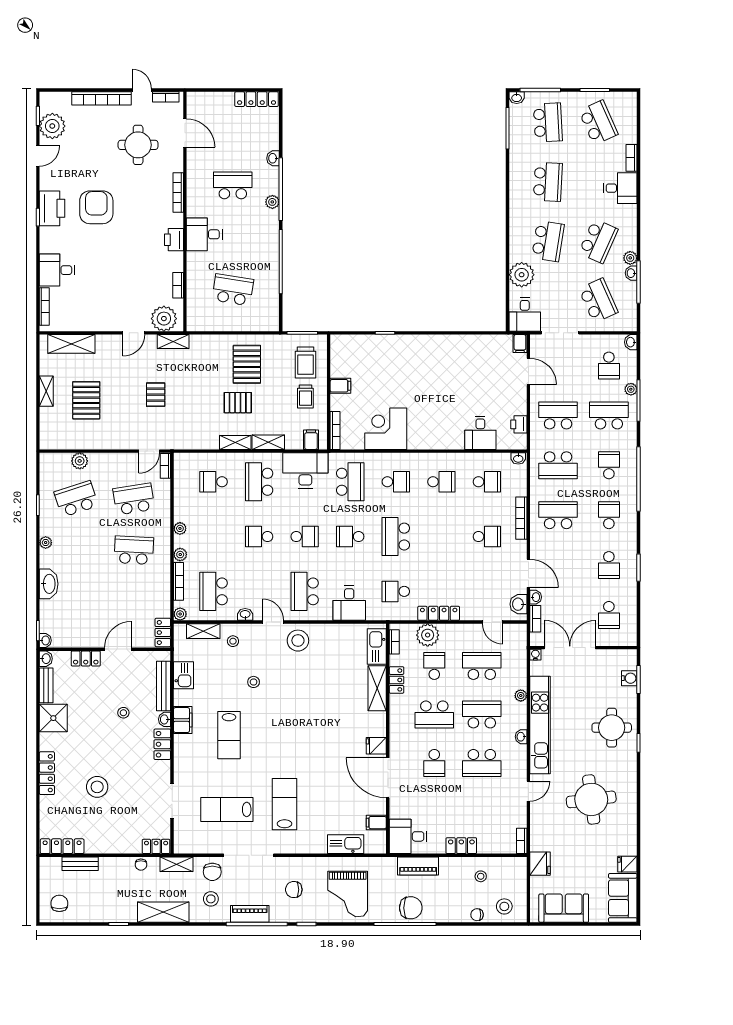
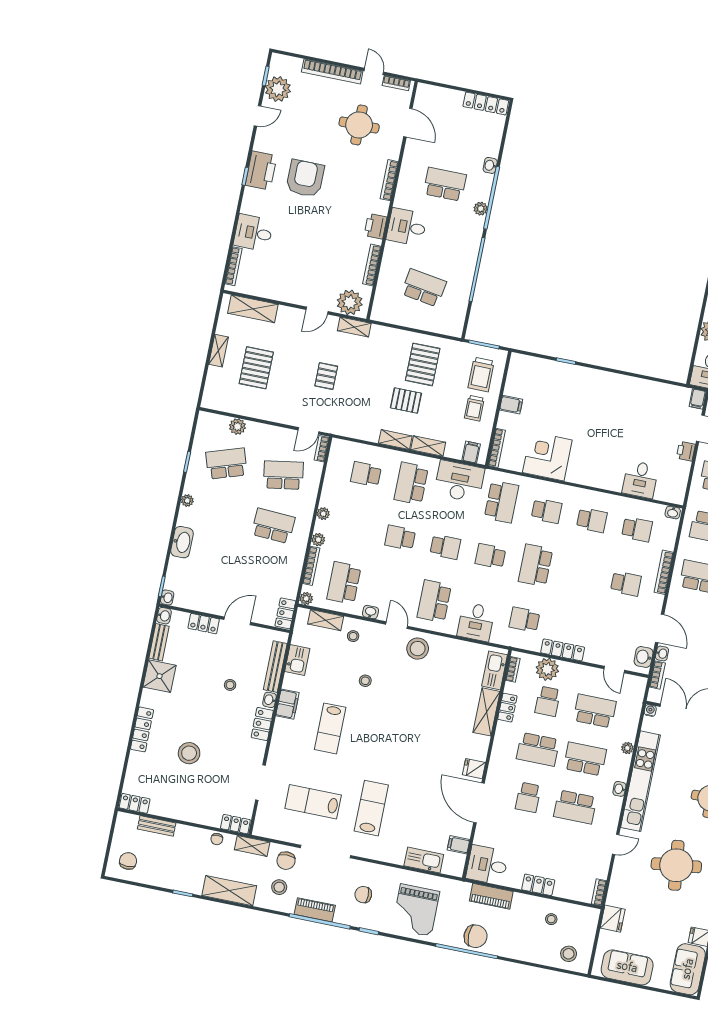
bookcase: (178, 285) -> (372, 265), width x1.56
printer: (519, 424) -> (686, 451), moved
school desk: (434, 666) -> (548, 701), turned 180
locker: (62, 846) -> (135, 803), width x0.66
chair: (477, 915) -> (540, 956), removed

